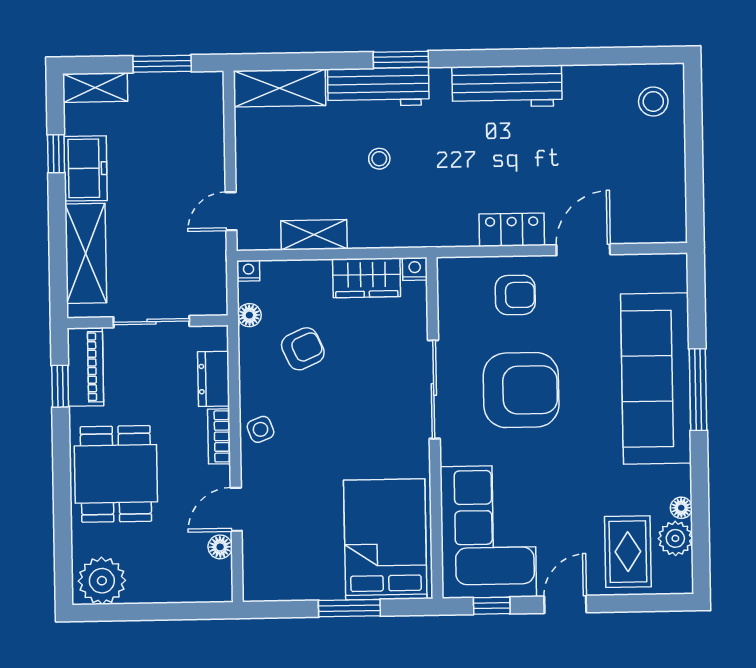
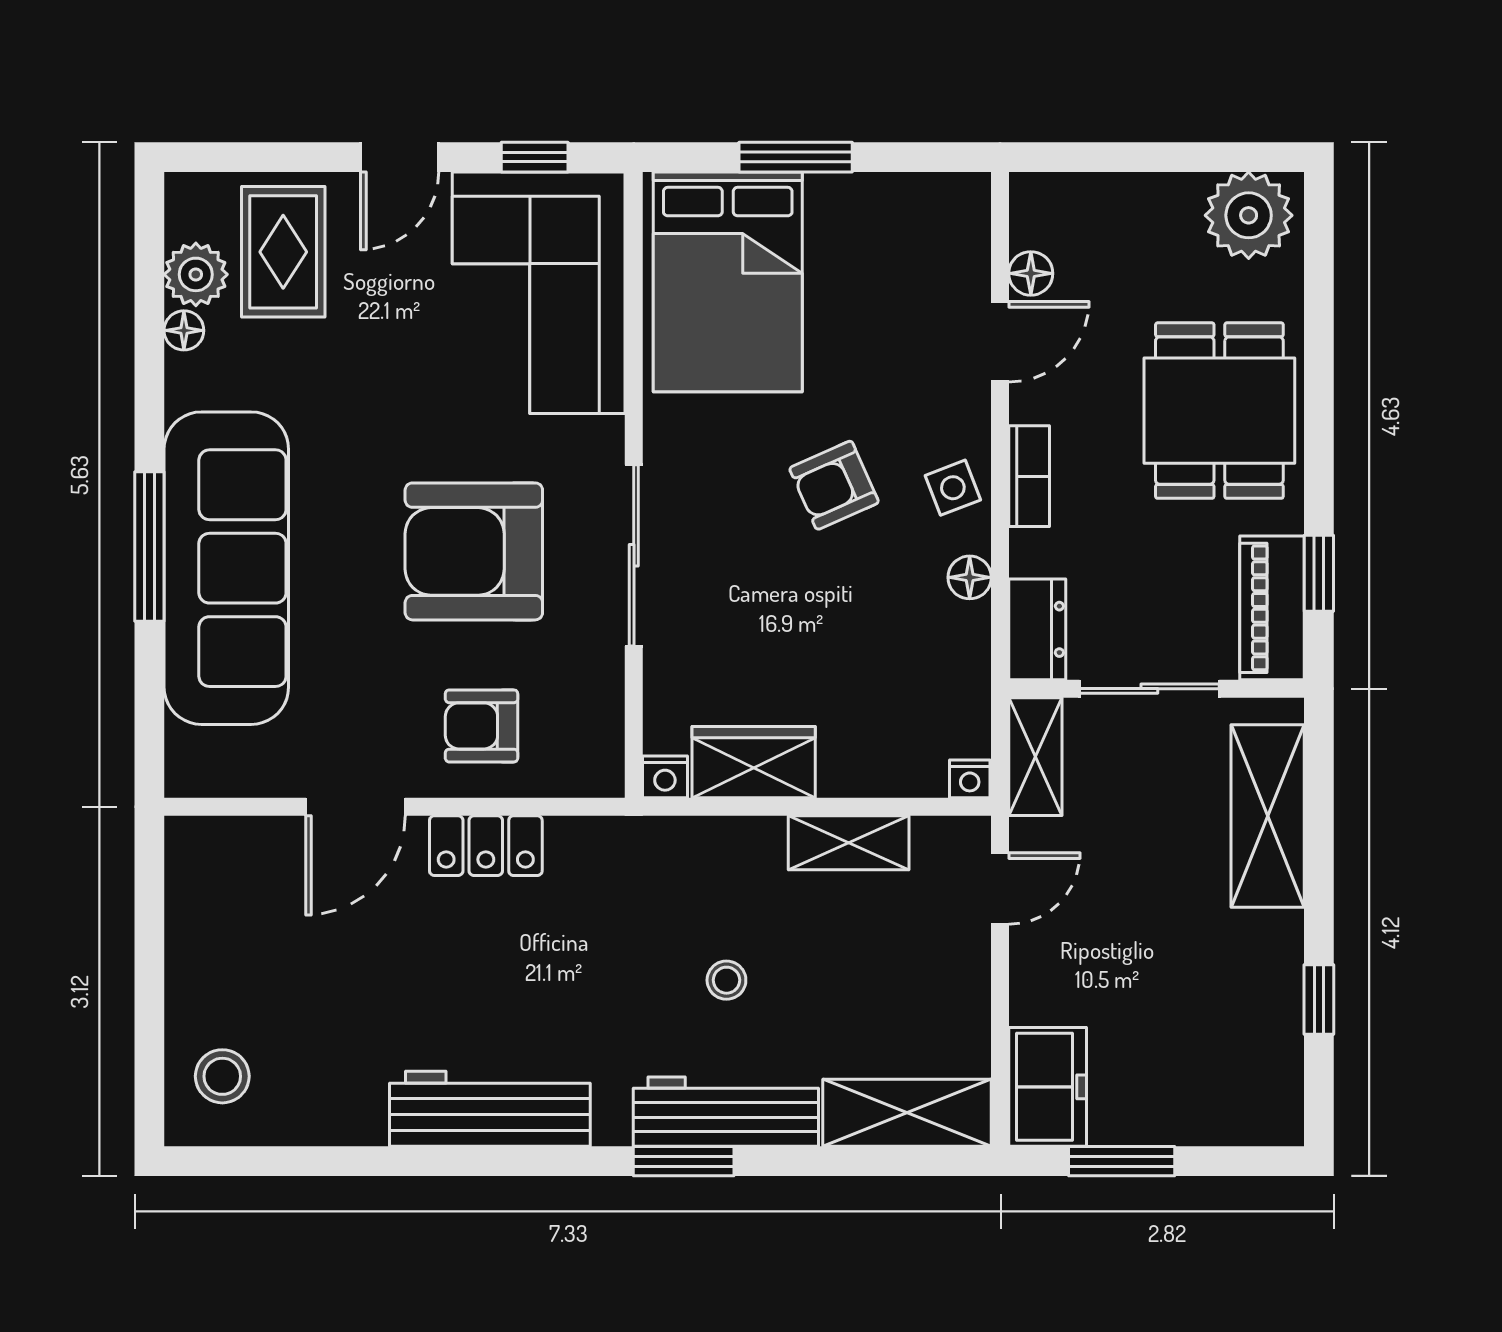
shelving: (95, 87) -> (1035, 757), moved, turned 90
freezer: (85, 168) -> (1048, 1087), moved, turned 180
floor lamp: (249, 315) -> (970, 577), moved
armchair: (303, 349) -> (834, 485), moved
dresser: (214, 379) -> (1037, 629), moved

